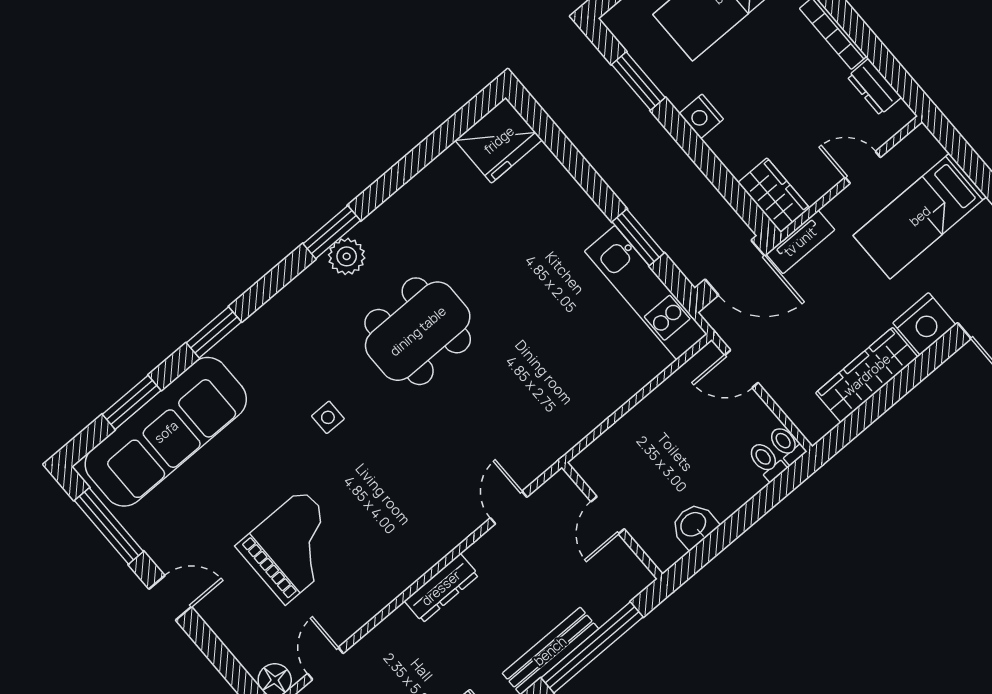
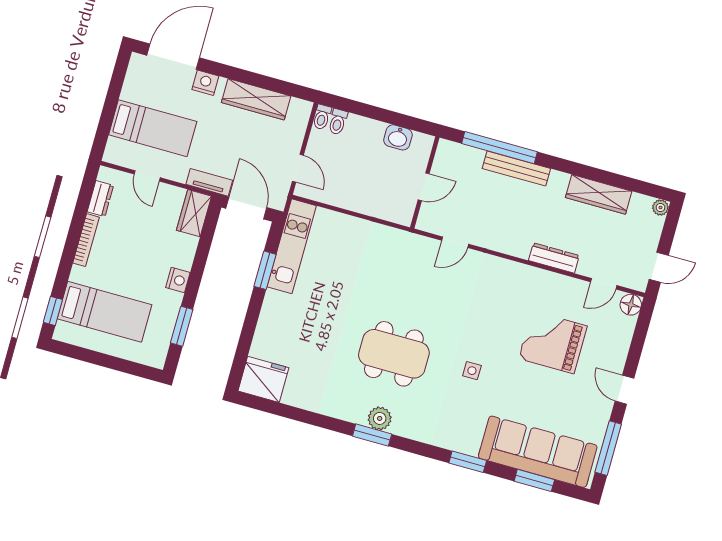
nightstand: (924, 324) -> (205, 83), width x0.74, depth x0.75
dresser: (441, 588) -> (554, 258), moved

